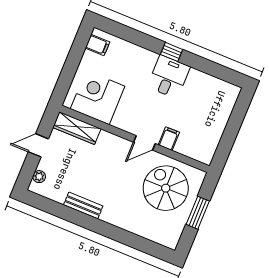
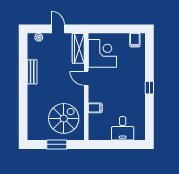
desk: (169, 77) -> (123, 128), moved, turned 90
door: (144, 143) -> (86, 78), moved

